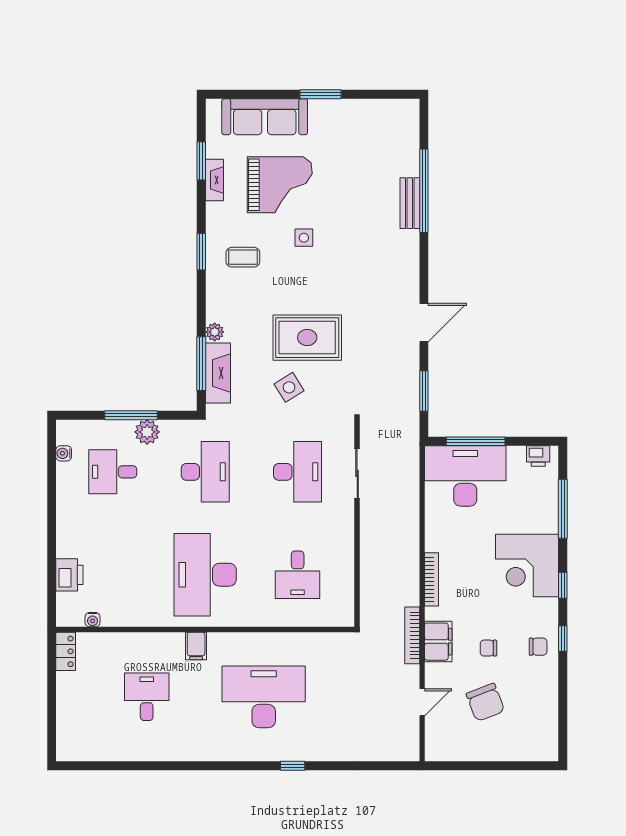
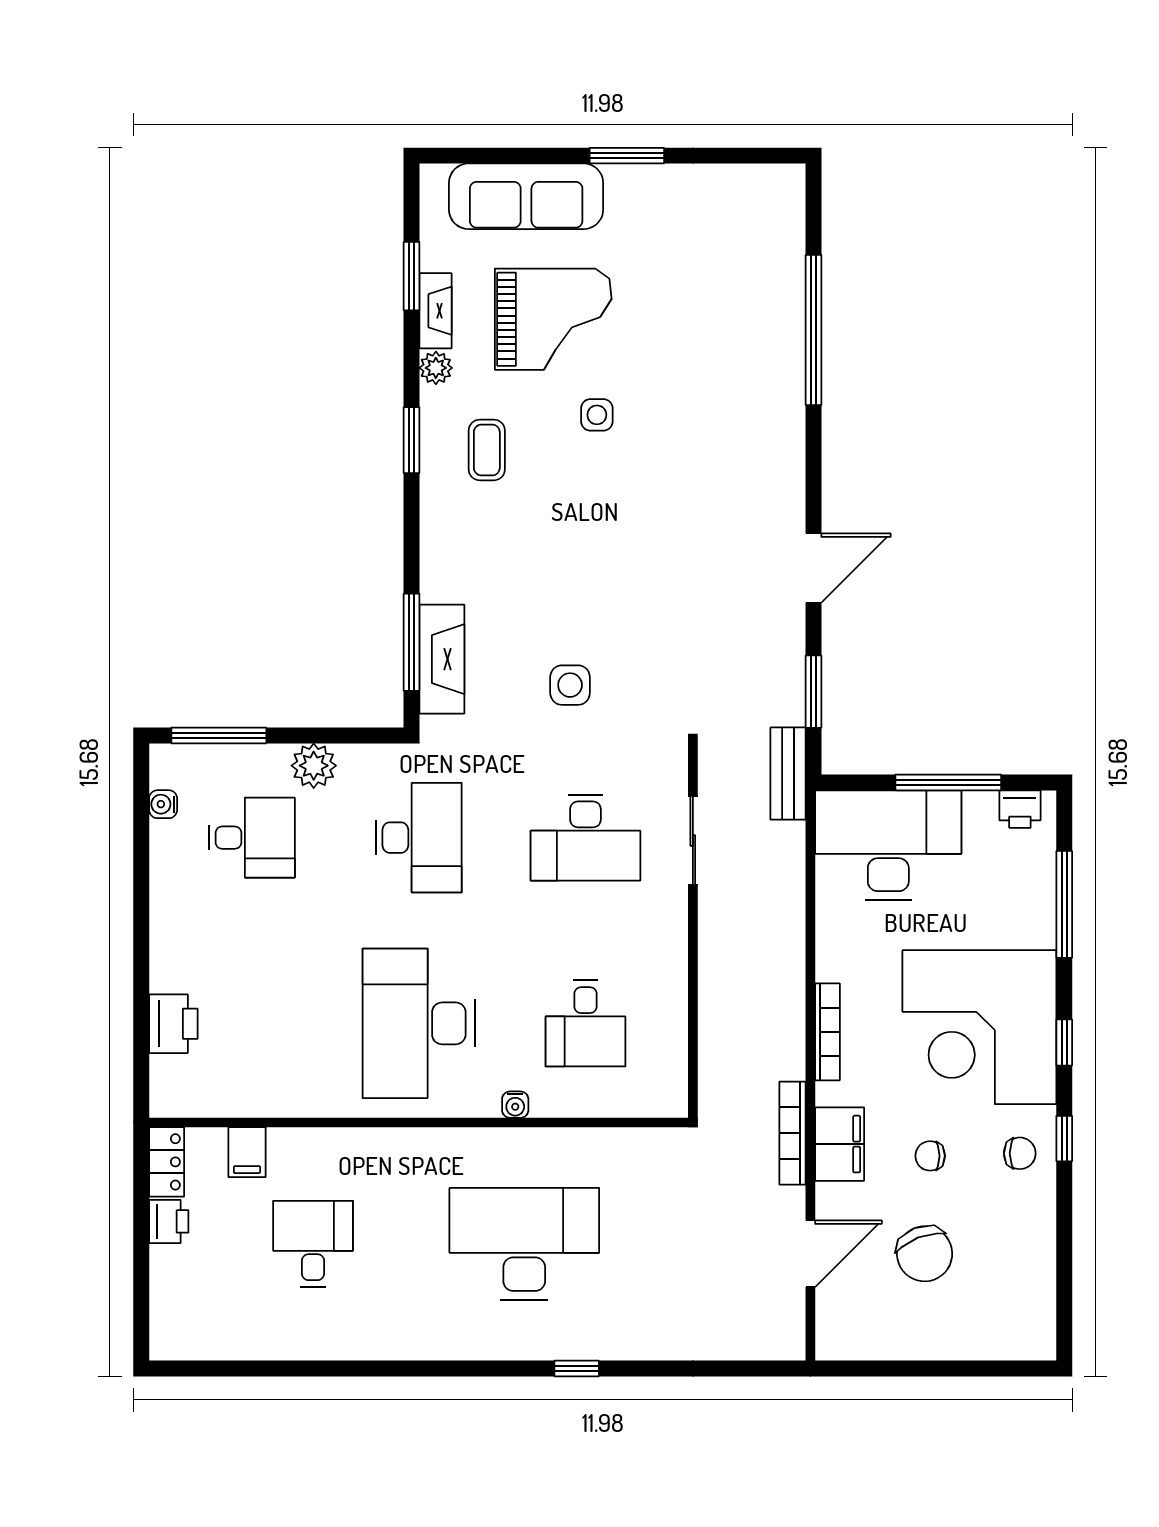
bench: (410, 203) -> (788, 774), moved
coffee table: (243, 257) -> (487, 450), turned 90
plant: (215, 332) -> (436, 368), moved
rug: (307, 338) -> (603, 595), removed
side table: (289, 387) -> (570, 685), turned 32
window: (131, 415) -> (219, 735), moved
window: (476, 441) -> (948, 782), moved
desk: (113, 472) -> (252, 838), turned 180
desk: (298, 472) -> (585, 838), turned 90
corner desk: (527, 565) -> (979, 1027), width x1.36, depth x1.36
water cooler: (93, 620) -> (515, 1105), moved
filing cabinet: (196, 646) -> (247, 1152), moved
printer: (67, 684) -> (169, 1221), added
door: (422, 702) -> (810, 1254), width x1.38

